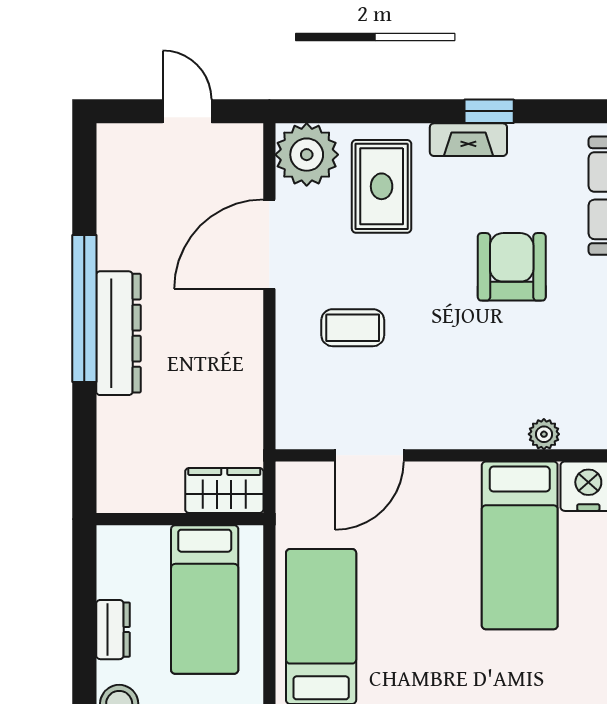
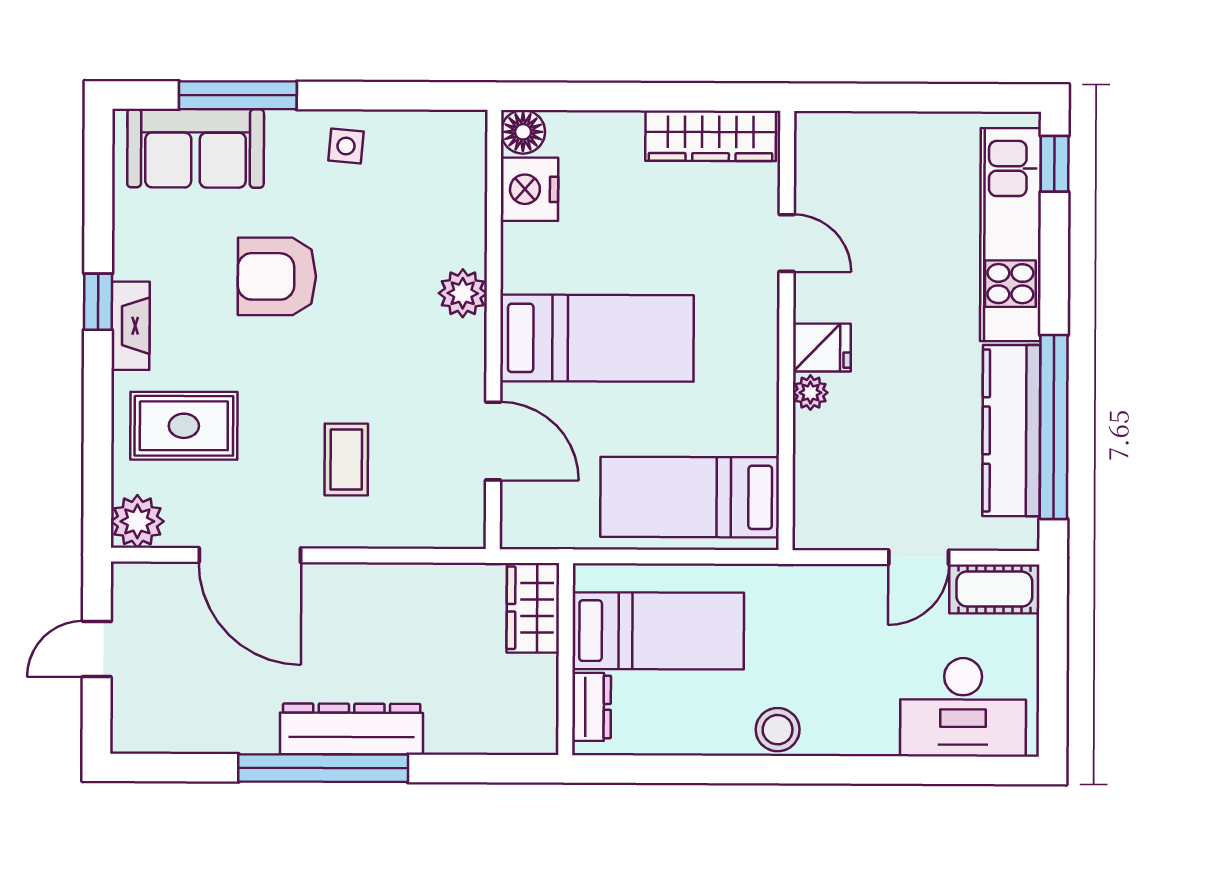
plant: (307, 155) -> (137, 521), width x0.73, depth x0.73
plant: (544, 434) -> (463, 293), moved, width x1.38, depth x1.38
bed: (520, 545) -> (597, 338), moved
dresser: (113, 630) -> (592, 707), moved, turned 90

